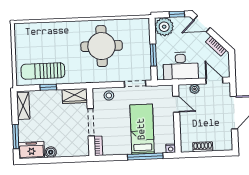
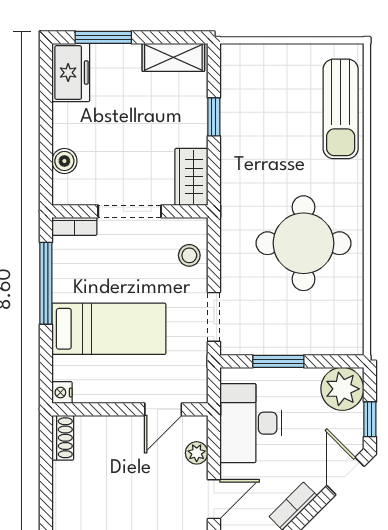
sun lounger: (43, 71) -> (341, 109), moved, turned 180
shoe rack: (203, 147) -> (63, 438), moved
boiler: (51, 152) -> (64, 161), moved
window: (145, 156) -> (46, 283), moved

